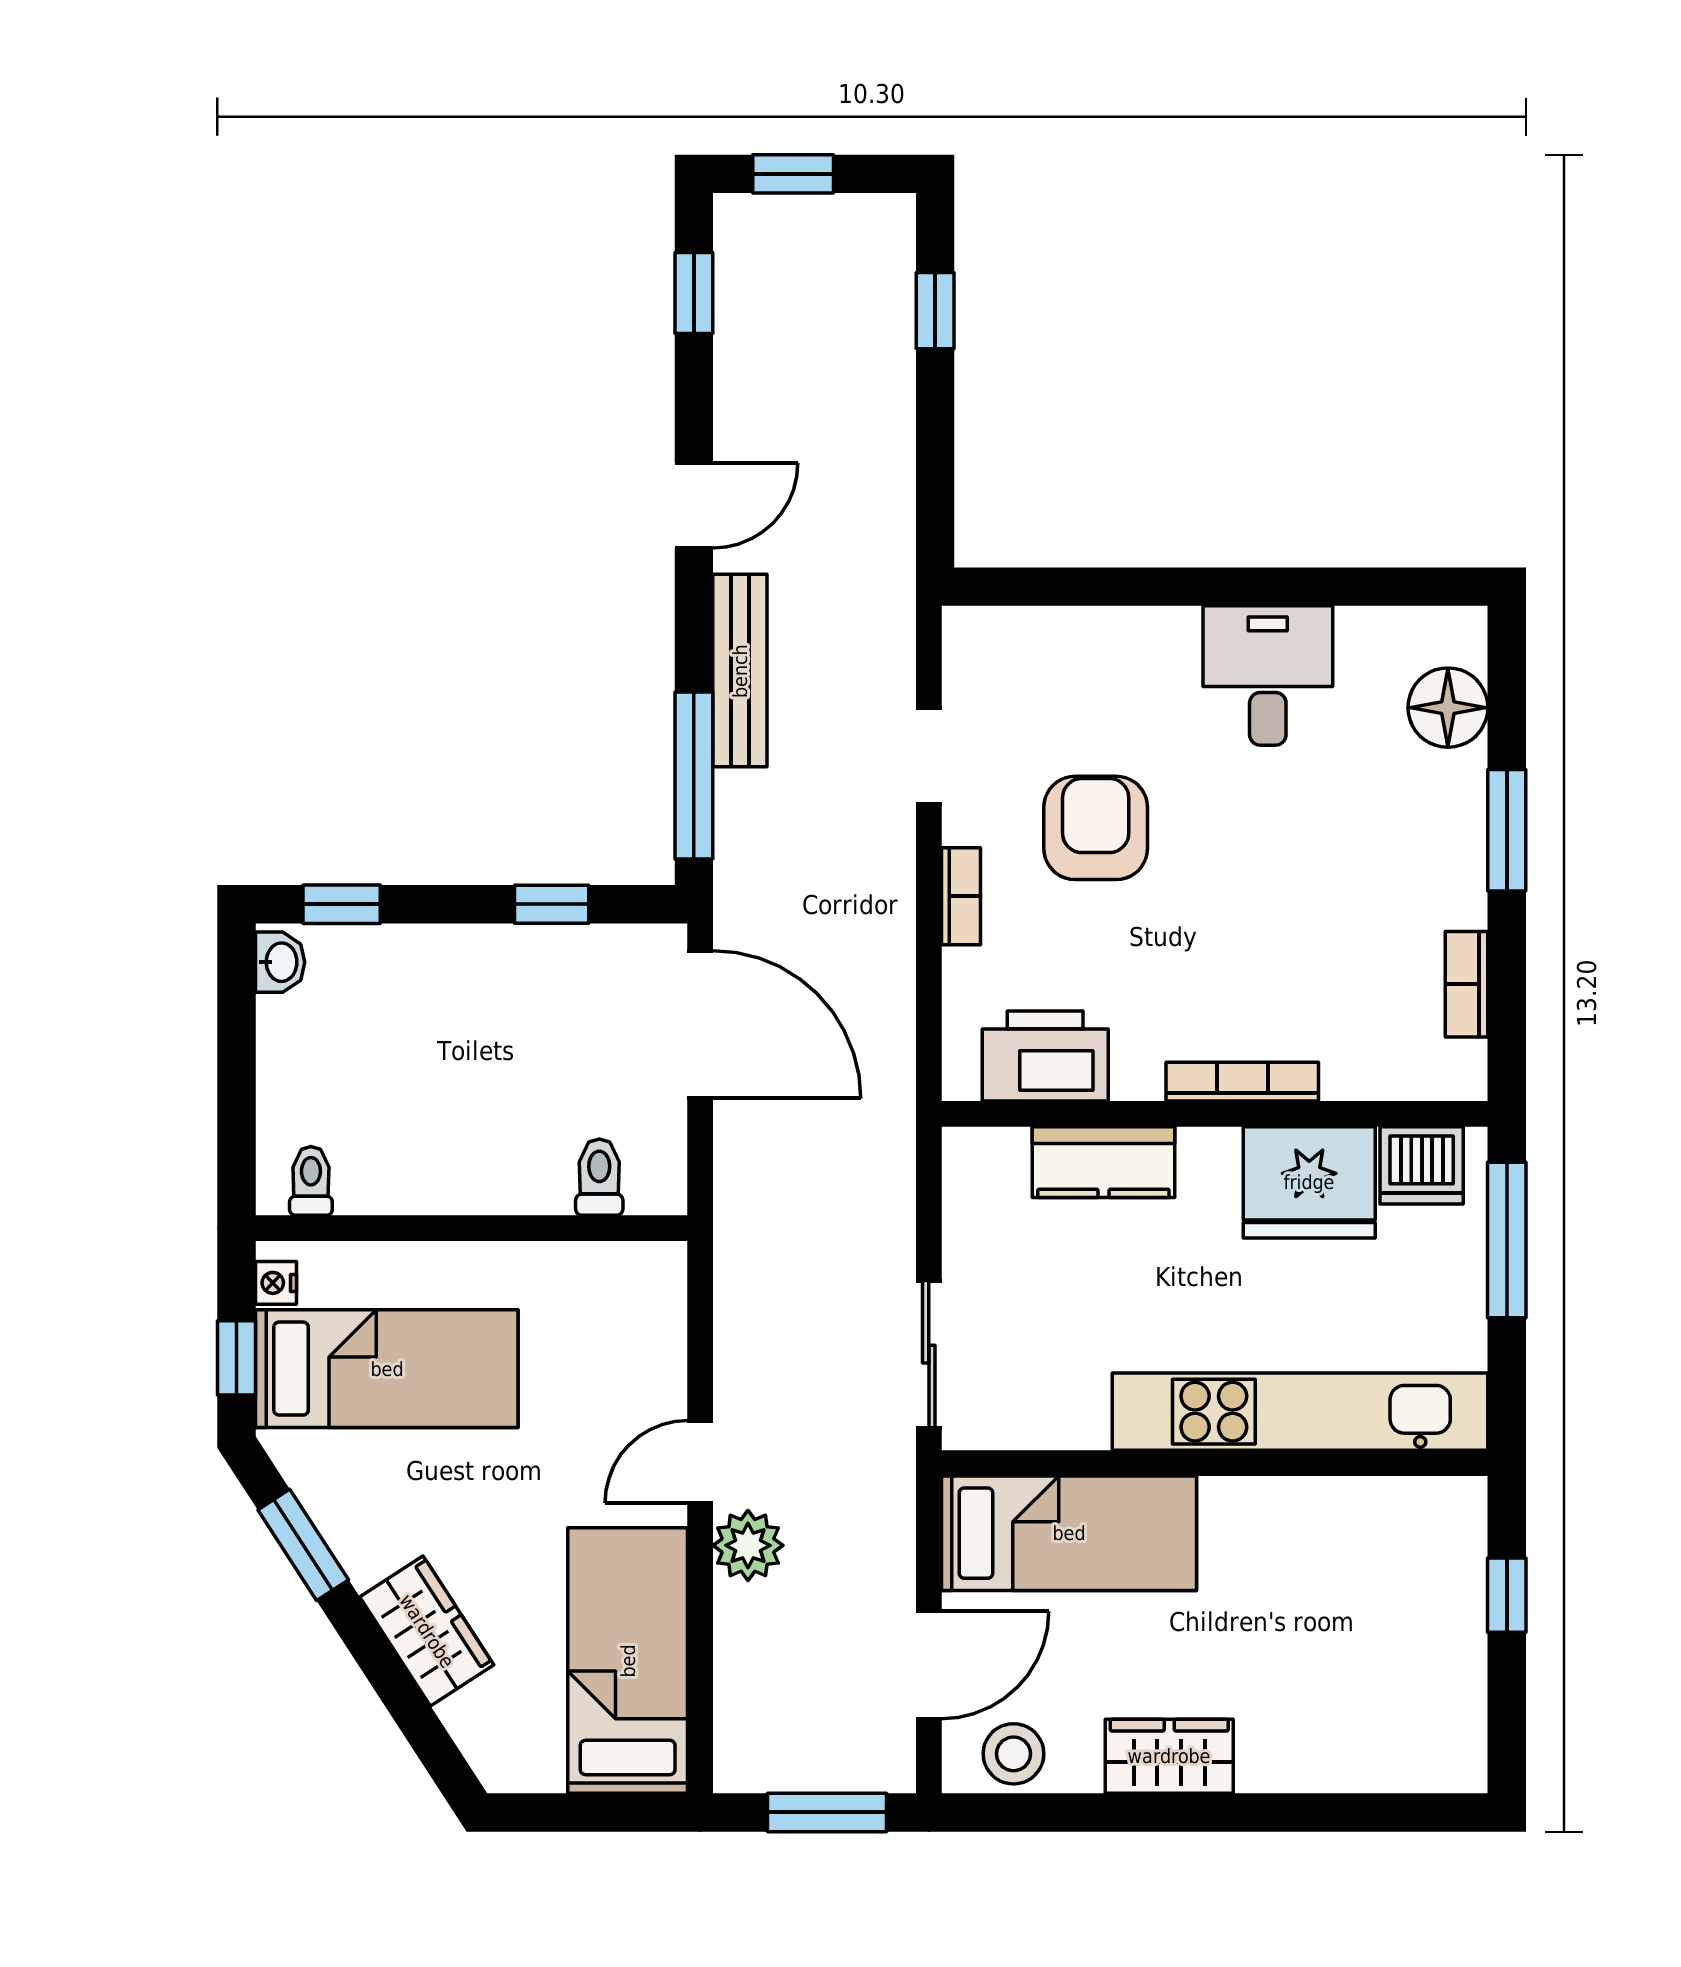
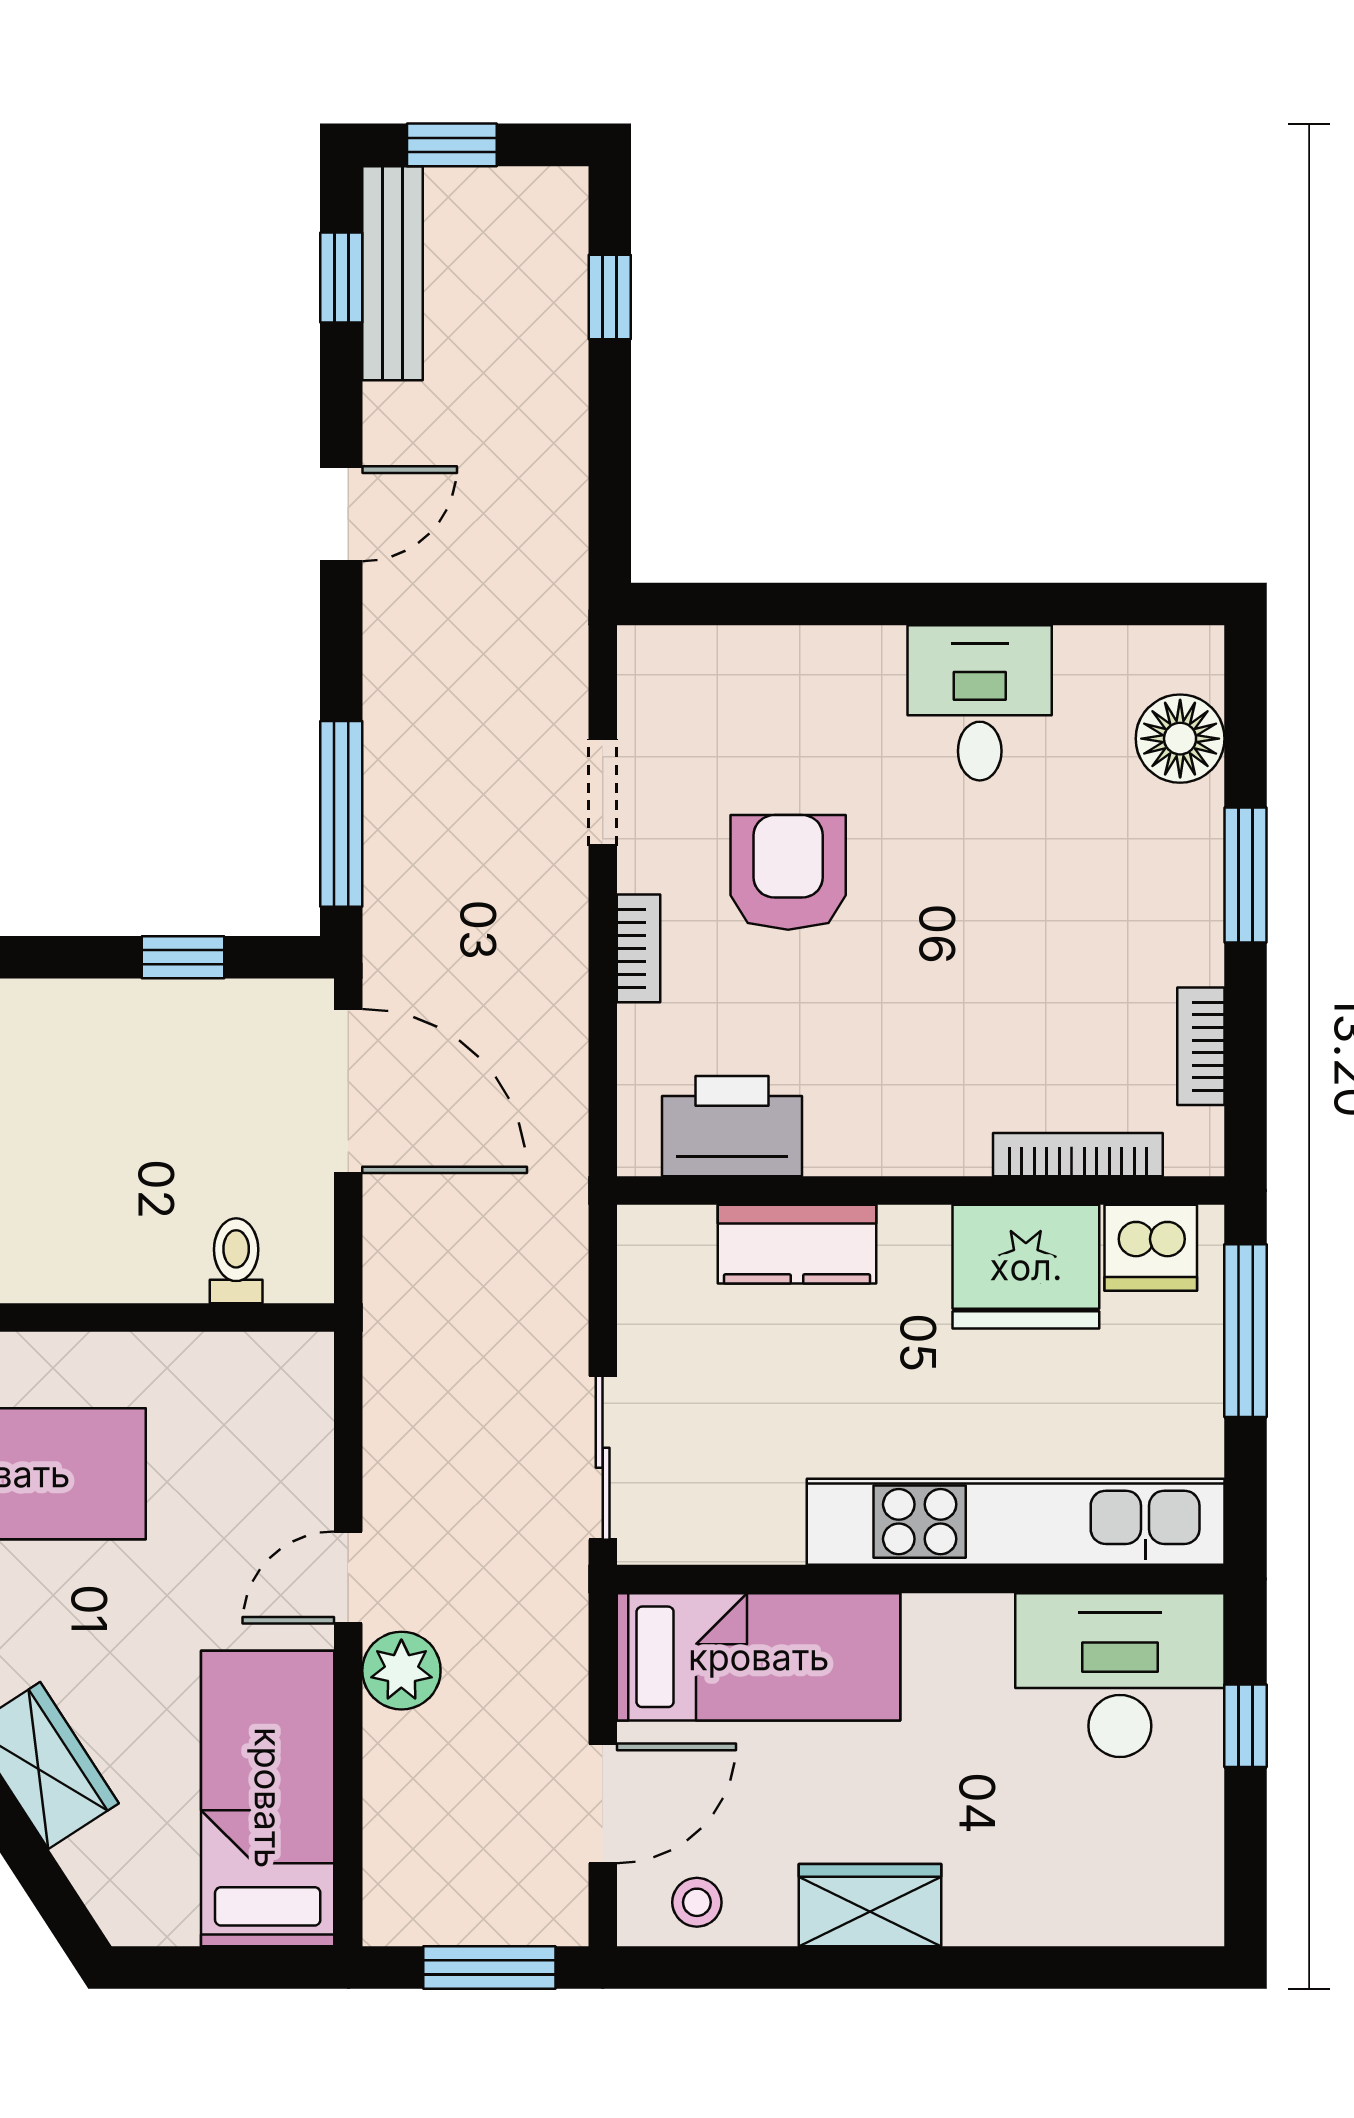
bench: (740, 671) -> (393, 273), moved
bookcase: (1242, 1082) -> (1078, 1155), moved
desk: (1394, 1550) -> (1120, 1675), added
stool: (1014, 1754) -> (697, 1902), width x0.73, depth x0.73

